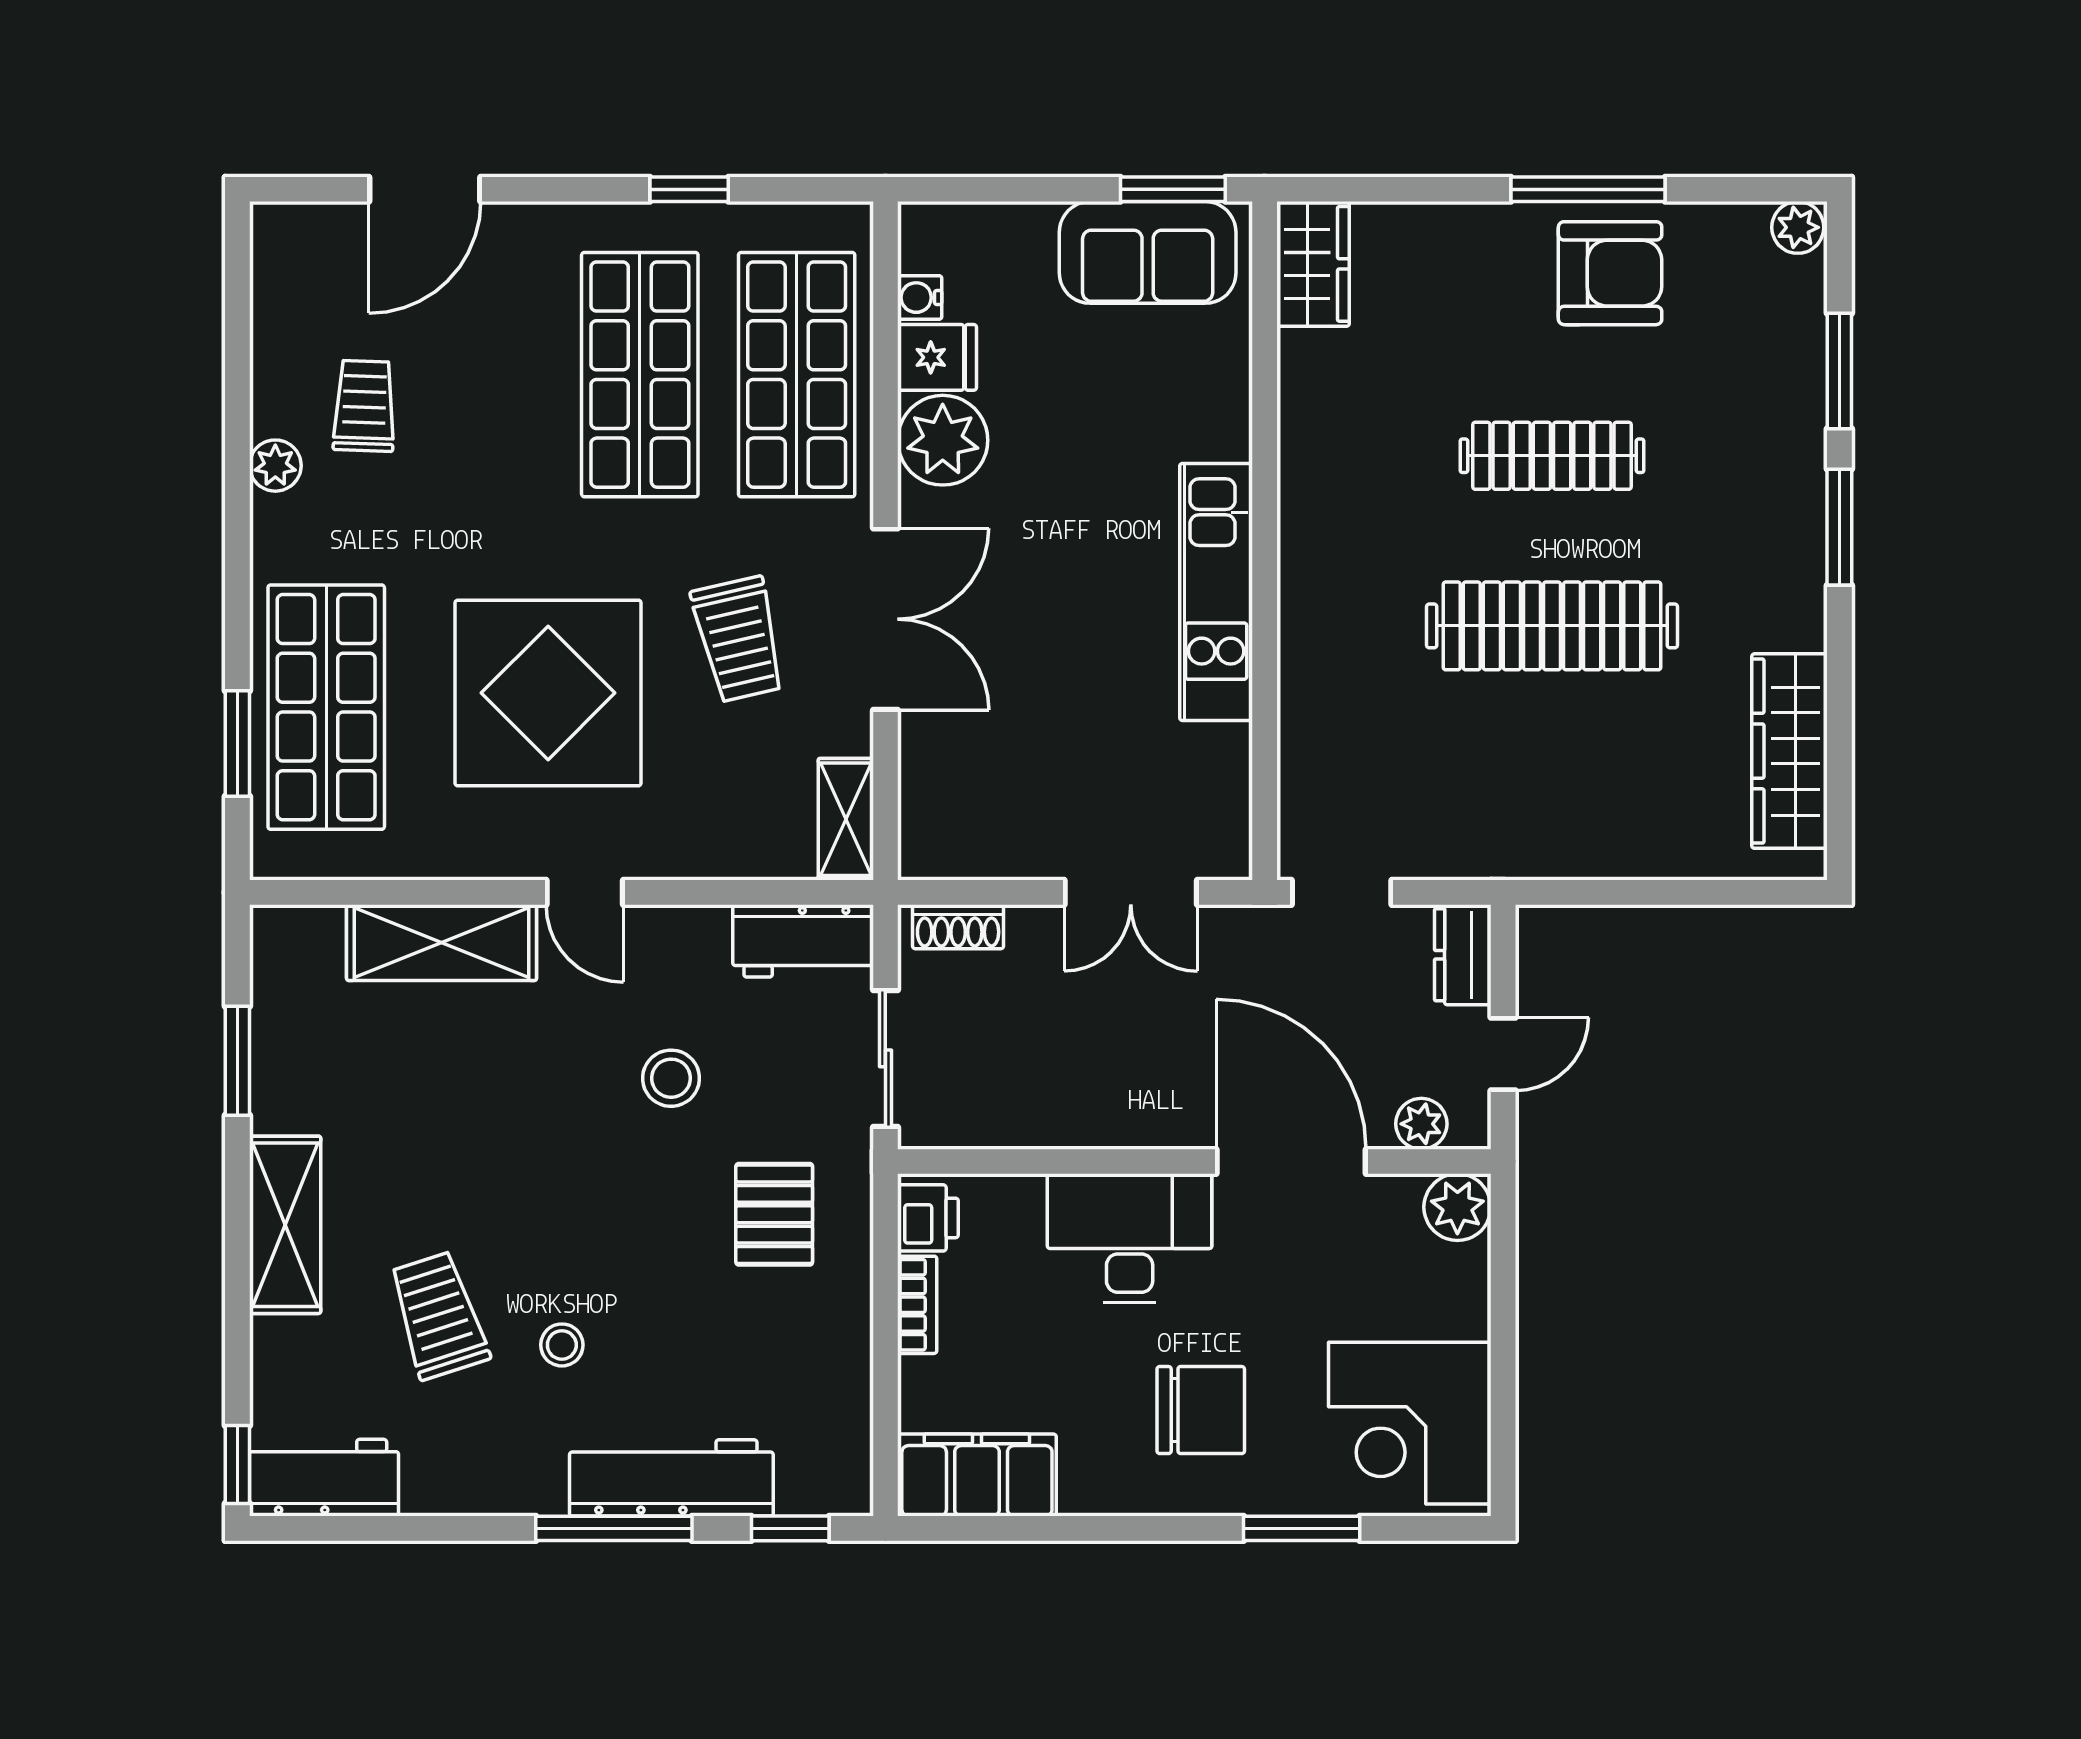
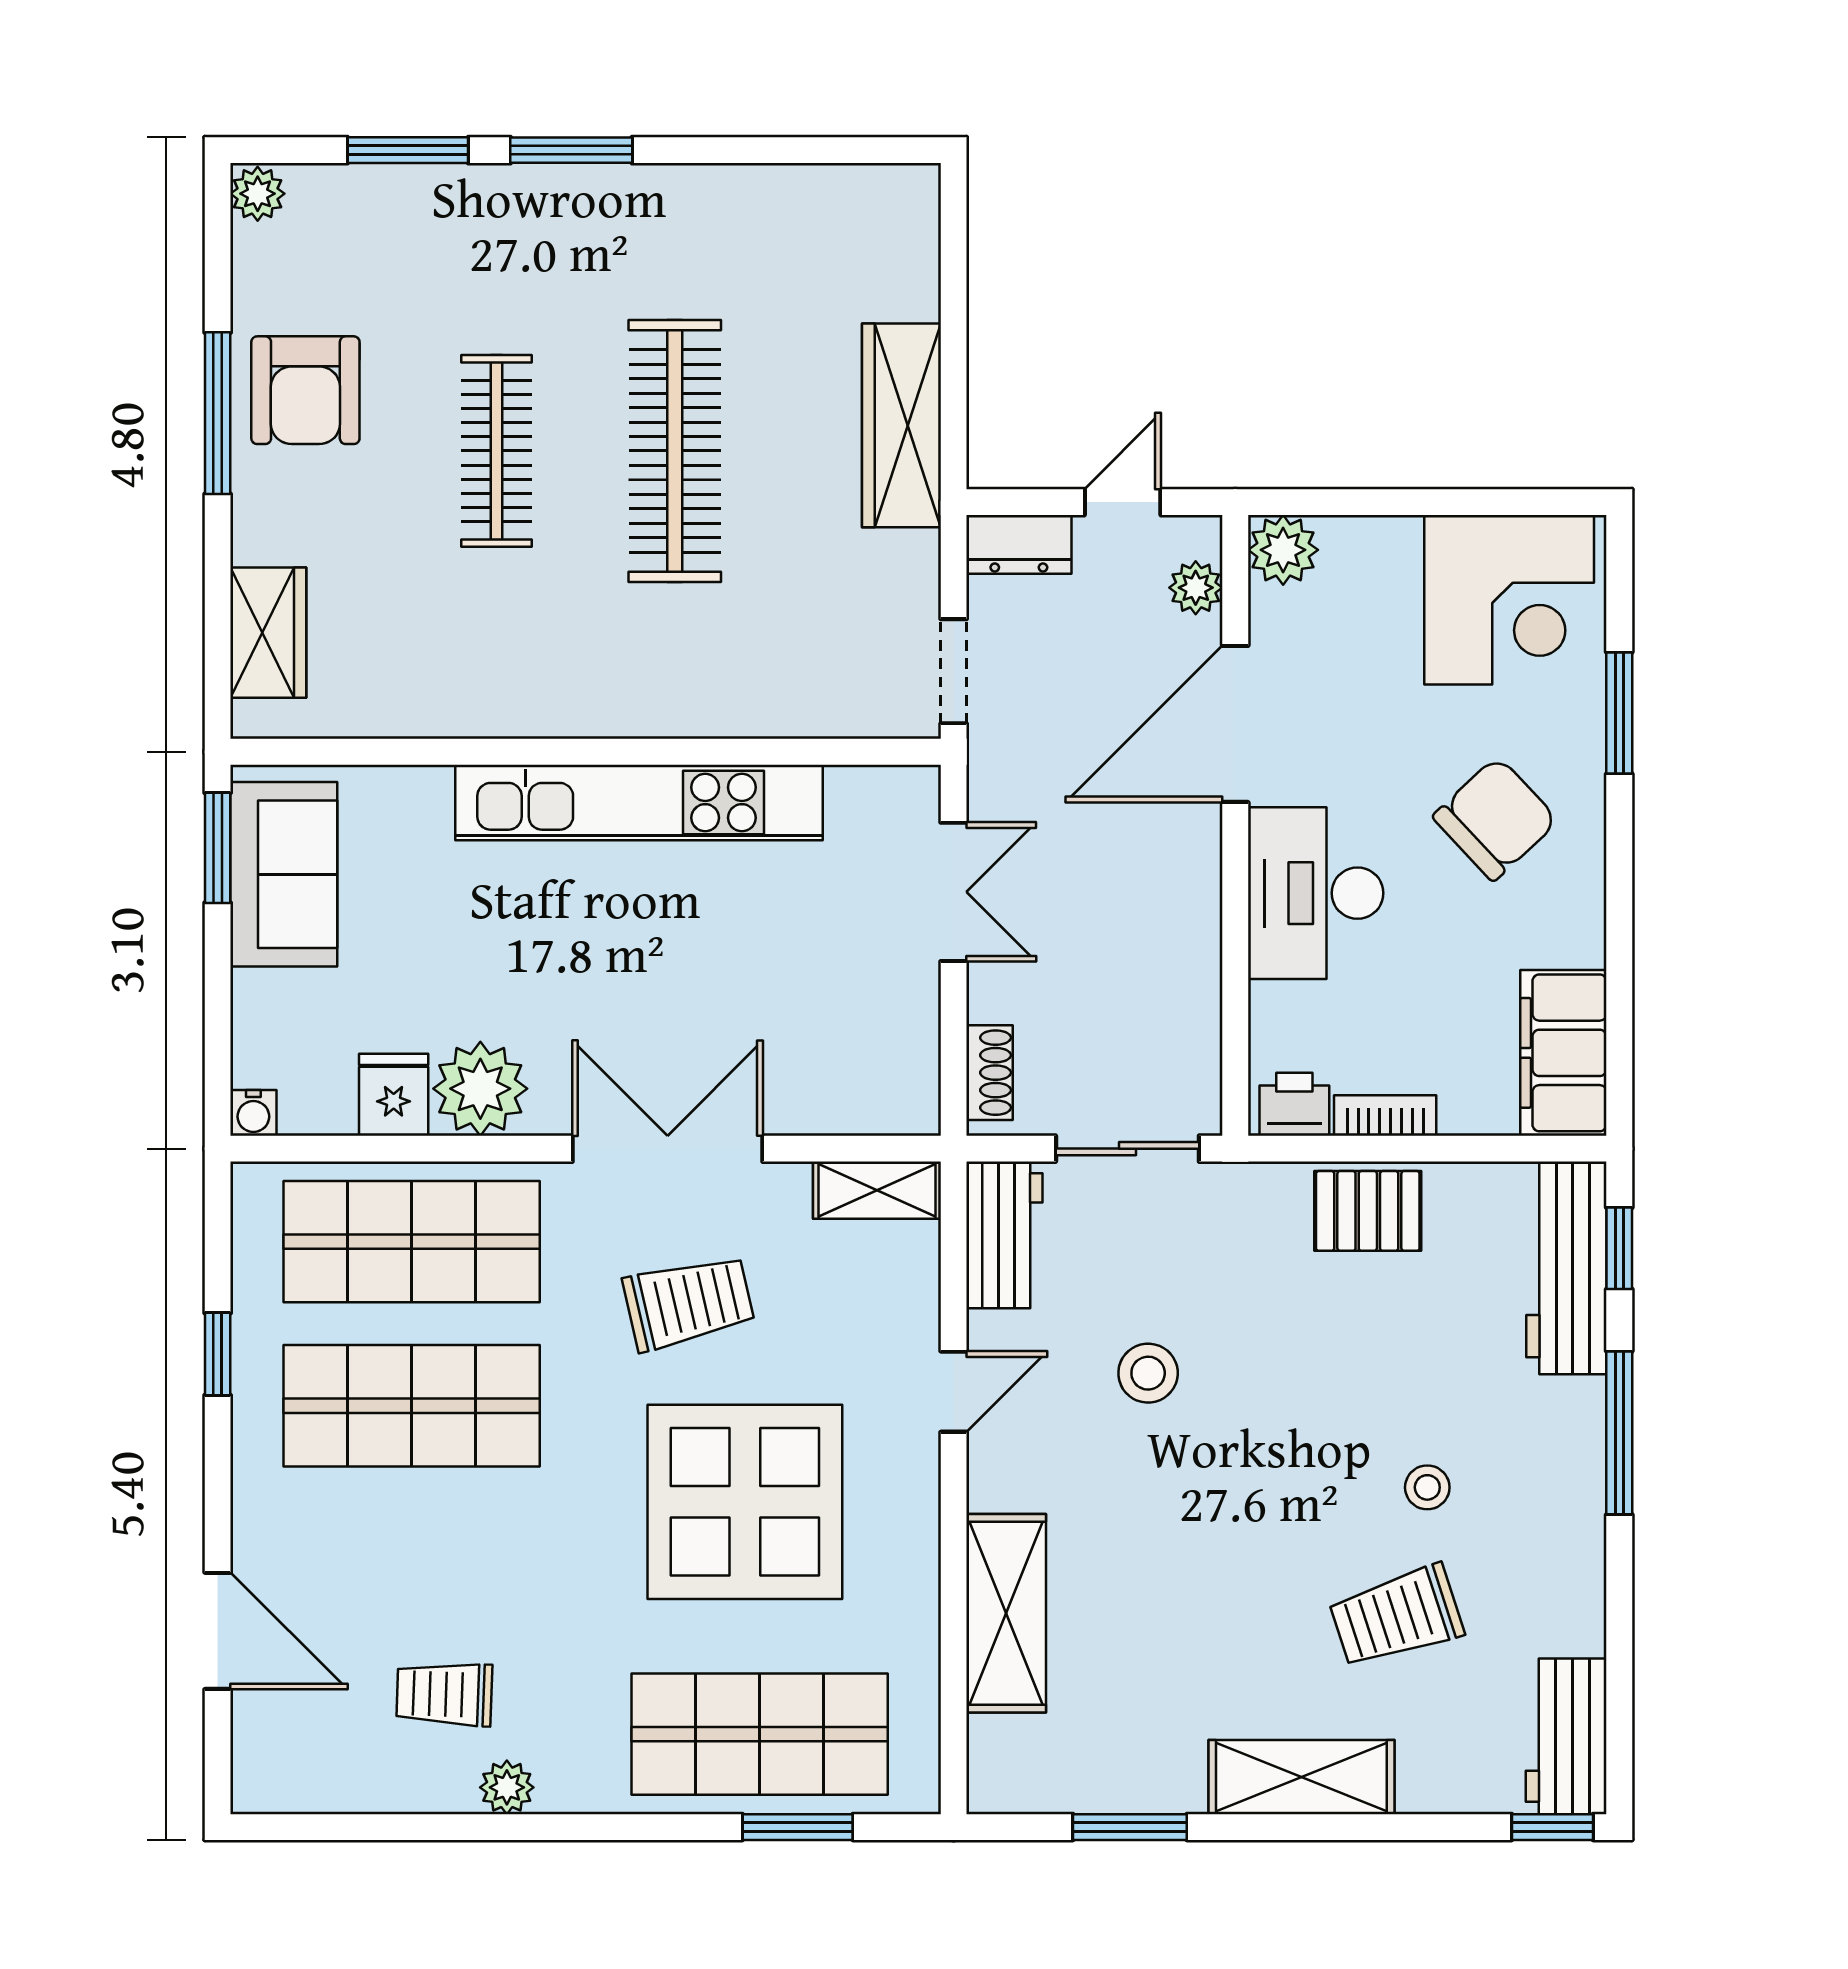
wardrobe: (1313, 264) -> (268, 633), moved, turned 90
armchair: (1610, 273) -> (305, 390), turned 180
water cooler: (920, 298) -> (253, 1113), moved
kitchen unit: (1216, 592) -> (639, 803), width x1.36
wardrobe: (1790, 751) -> (901, 425), moved, turned 90
door: (585, 892) -> (954, 1392), moved
door: (1503, 1054) -> (1123, 502), hinge flipped
pallet: (774, 1214) -> (1368, 1211), moved
chair: (1201, 1410) -> (1495, 819), turned 47
workbench: (671, 1478) -> (1566, 1268), moved

